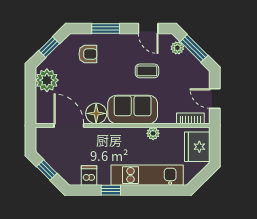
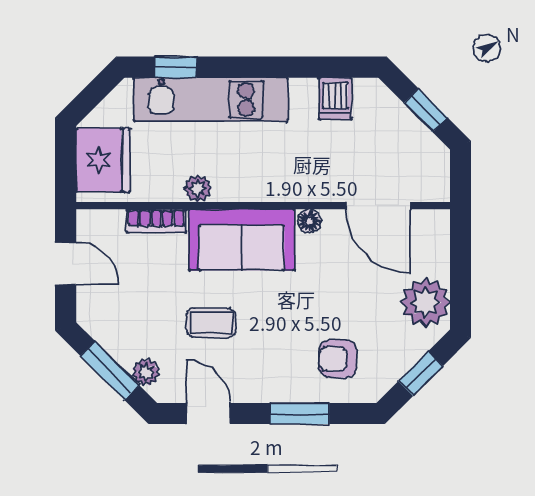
floor lamp: (96, 113) -> (309, 221), width x0.53, depth x0.53
bookcase: (190, 118) -> (156, 221), moved
window: (111, 190) -> (176, 67), moved

